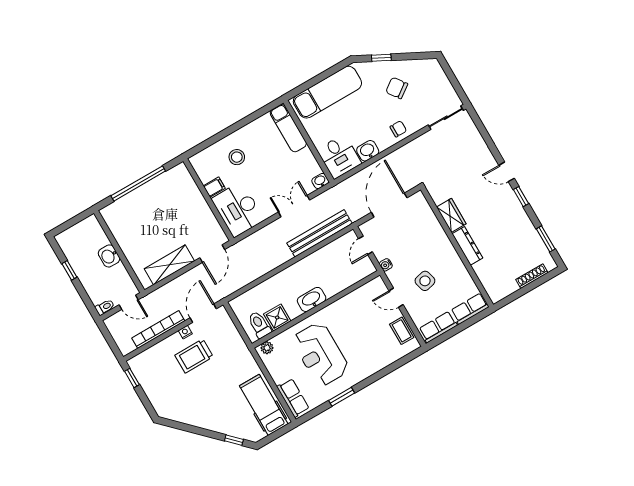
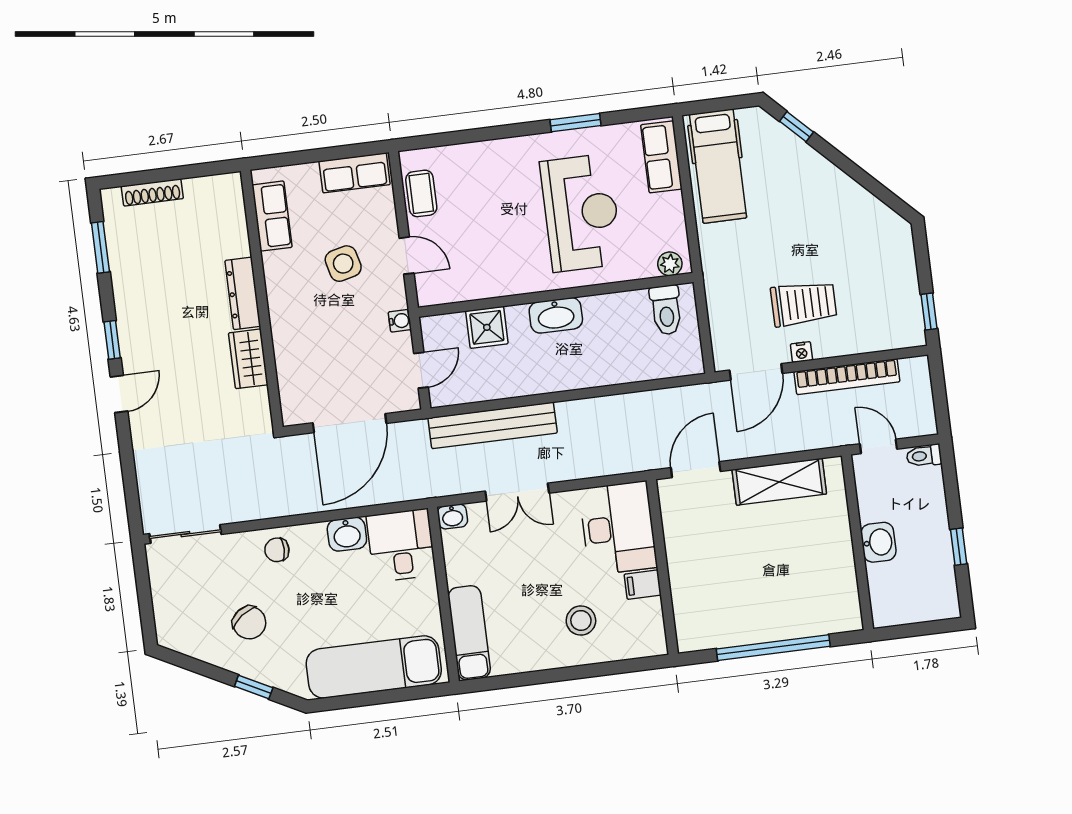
door: (507, 172) -> (119, 394), hinge flipped
row of seats: (470, 309) -> (272, 216), moved, turned -90
shower: (277, 318) -> (487, 327), moved

